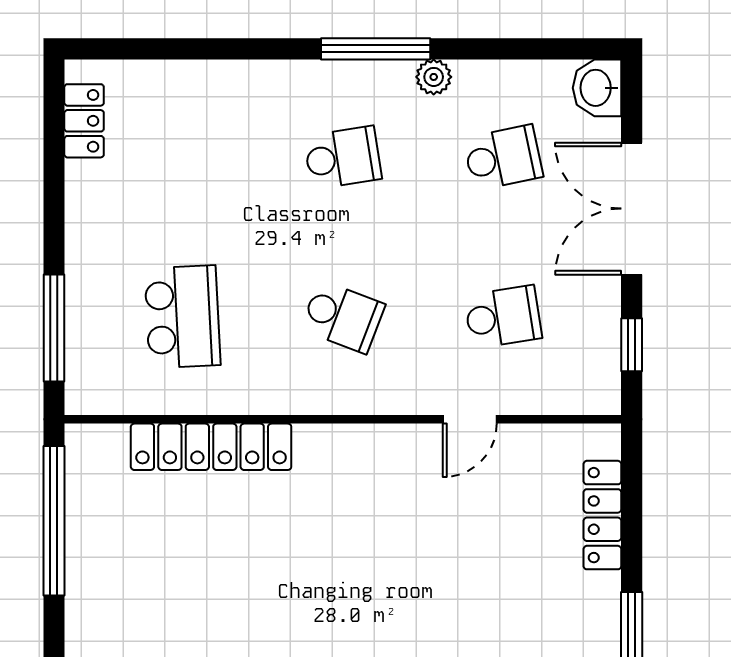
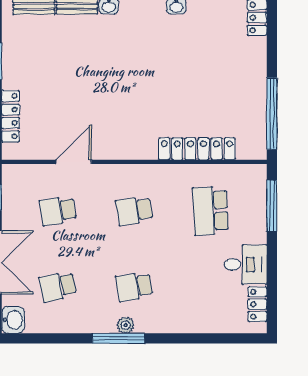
plant: (434, 77) -> (126, 325), moved
desk: (109, 204) -> (246, 264), added
school desk: (343, 317) -> (134, 211), turned -30
door: (470, 419) -> (74, 162), width x1.38

